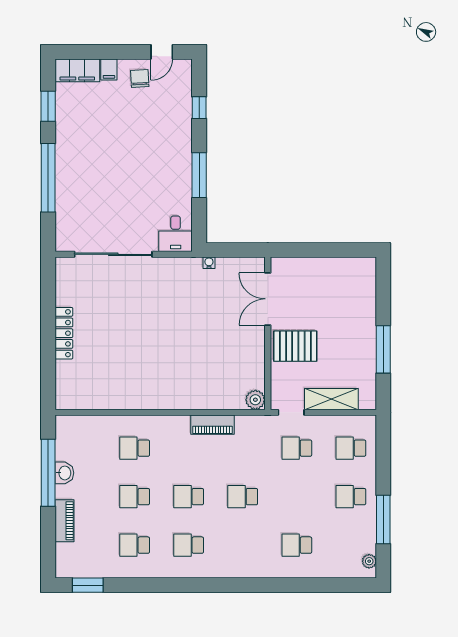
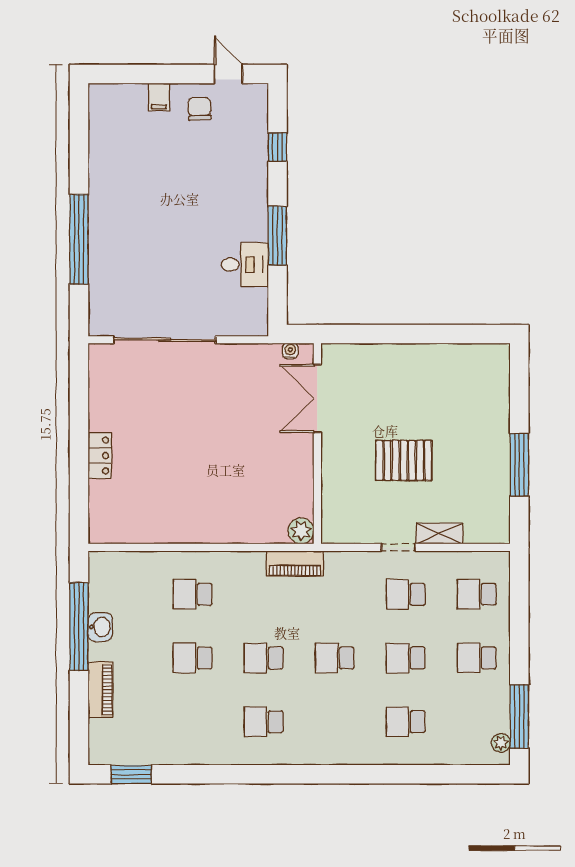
door: (162, 52) -> (228, 74), swing flipped
filing cabinet: (77, 70) -> (117, 98), removed
window: (48, 106) -> (79, 145), removed
desk: (176, 234) -> (245, 265), moved, turned -90
double door: (268, 299) -> (317, 398), moved
locker: (64, 333) -> (100, 456), width x0.66
wall: (268, 333) -> (317, 444), moved
shelving: (331, 399) -> (439, 533), width x0.67, depth x0.75
plant: (255, 400) -> (301, 531), moved
window: (383, 519) -> (519, 717), moved
school desk: (135, 545) -> (406, 658), moved

